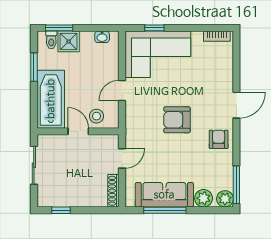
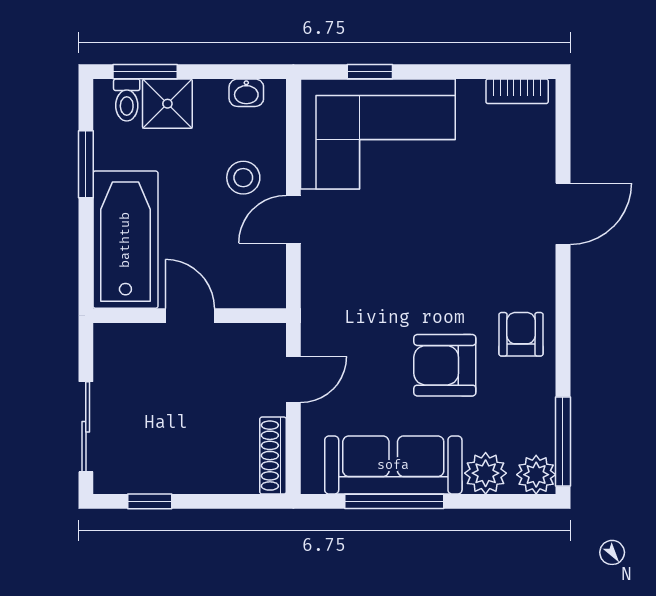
door: (236, 105) -> (563, 214), moved
stool: (97, 116) -> (243, 178), moved
armchair: (177, 120) -> (445, 365), moved
sliding door: (34, 165) -> (86, 427), moved

